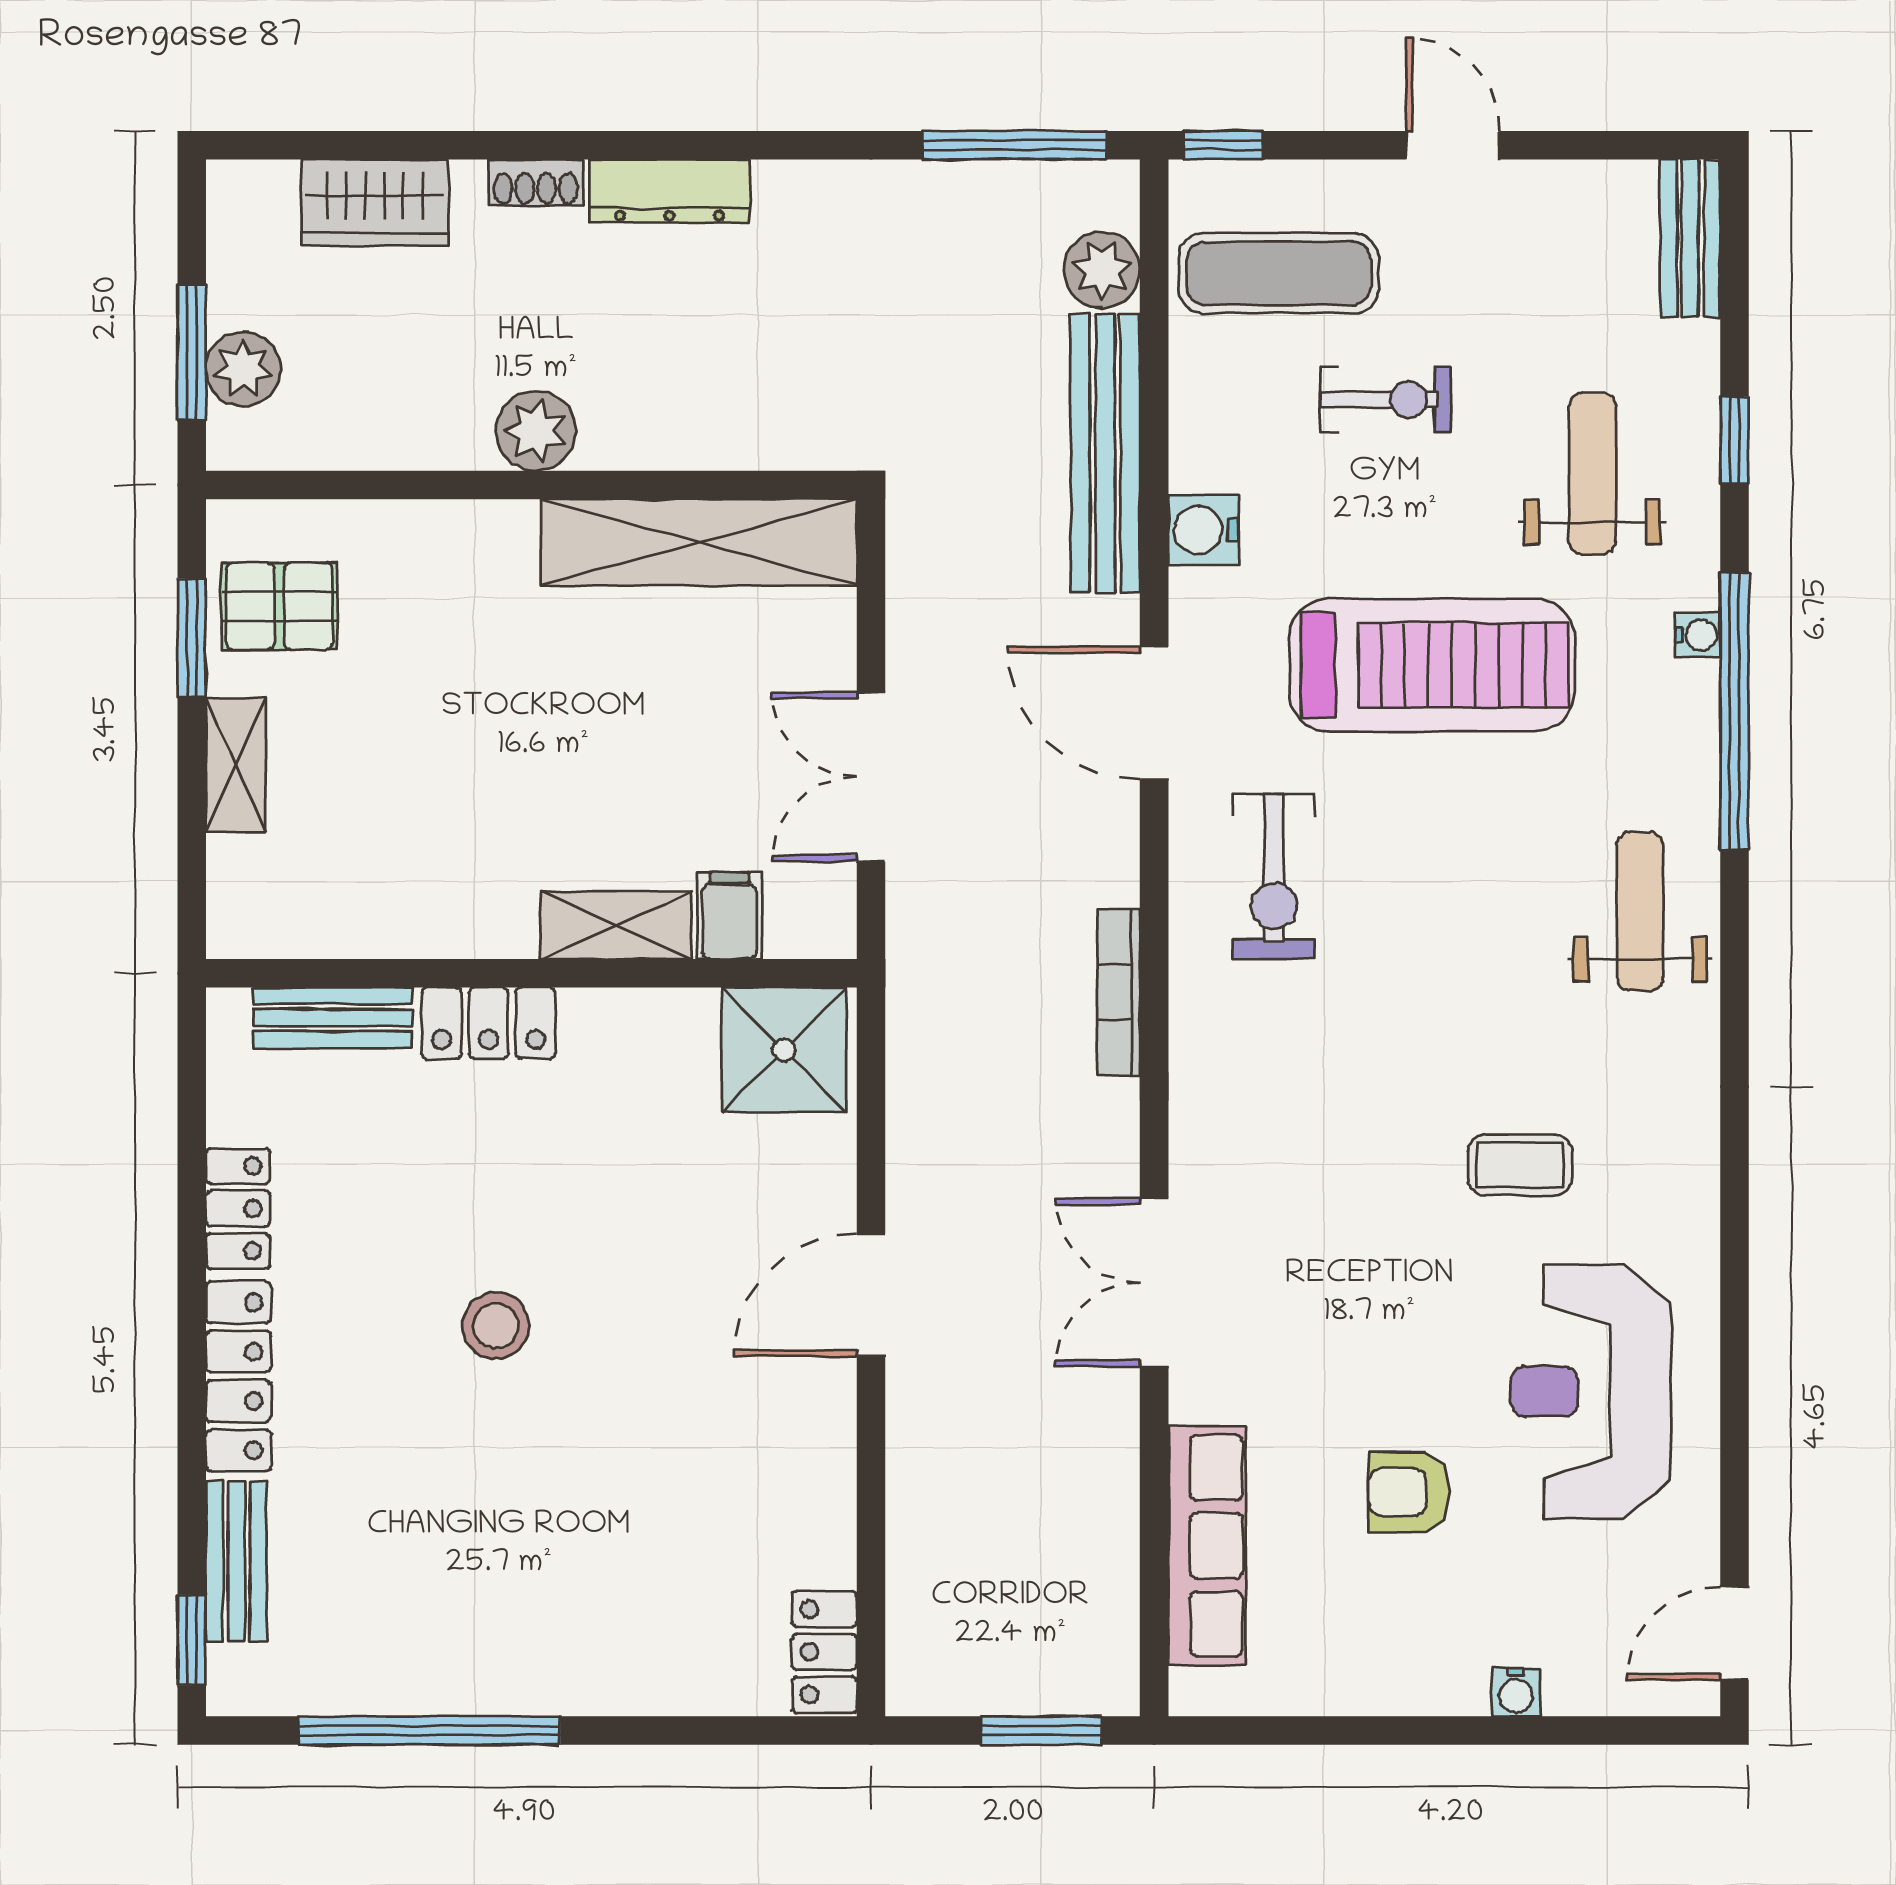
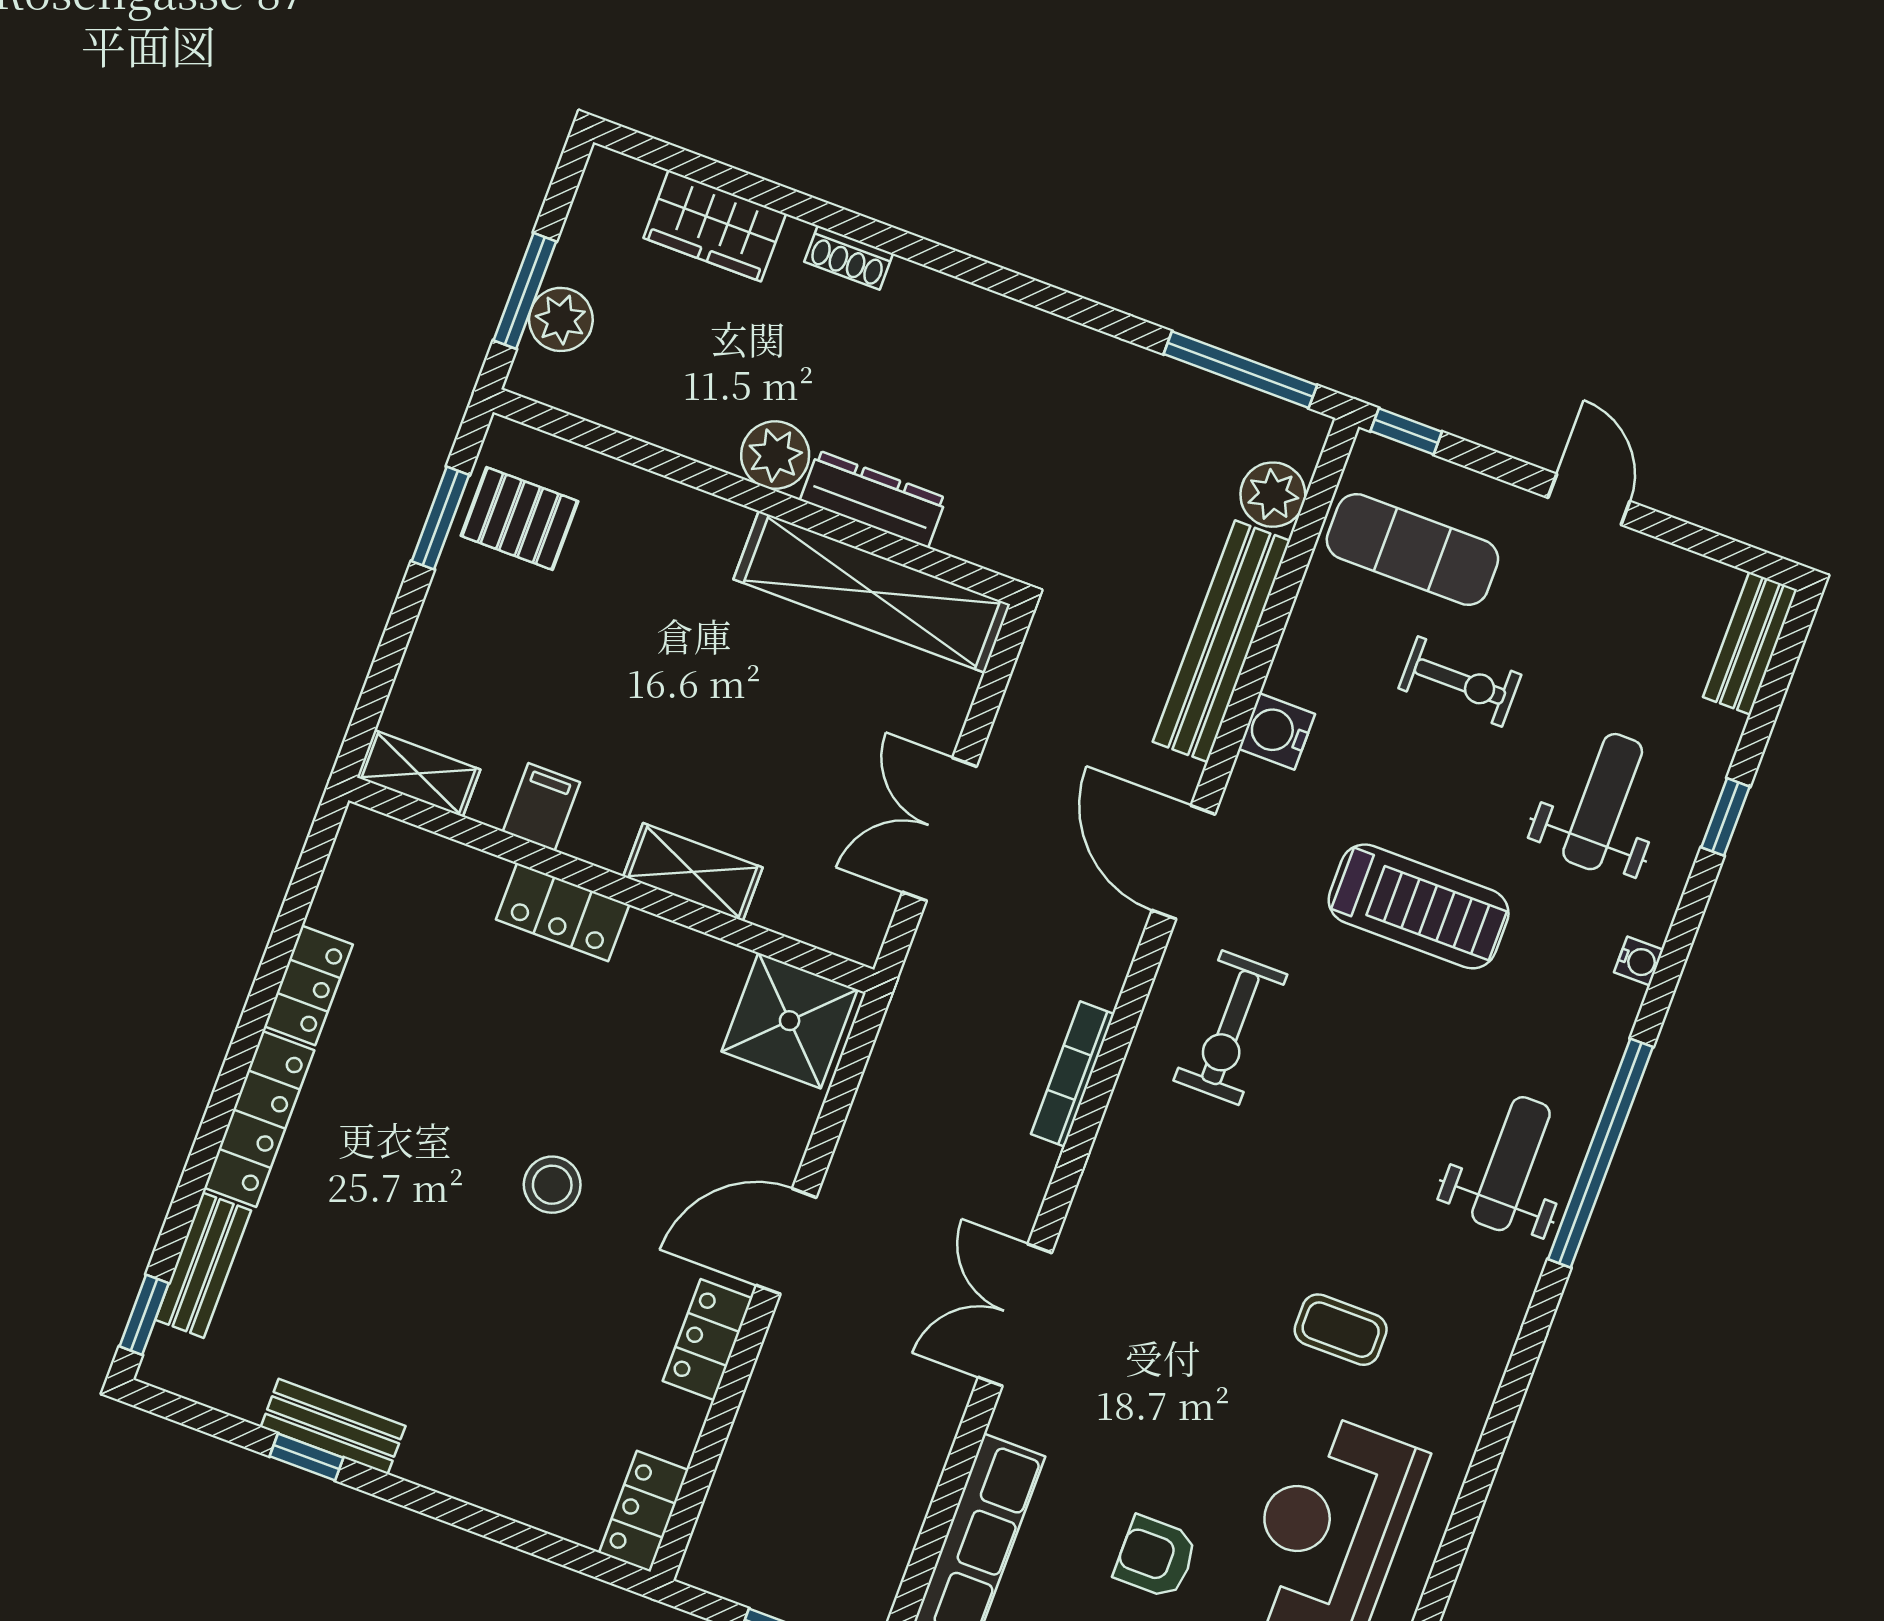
dresser: (669, 191) -> (873, 499), moved, turned 180
treadmill: (1432, 665) -> (1419, 906), width x0.73, depth x0.73
window: (1734, 711) -> (1600, 1153), moved
shelving: (236, 765) -> (419, 773), moved, turned 90
filing cabinet: (729, 916) -> (541, 807), moved
bench: (333, 1018) -> (333, 1426), moved
stool: (496, 1326) -> (552, 1185), moved
locker: (824, 1436) -> (708, 1340), added
window: (430, 1730) -> (307, 1457), width x0.32

